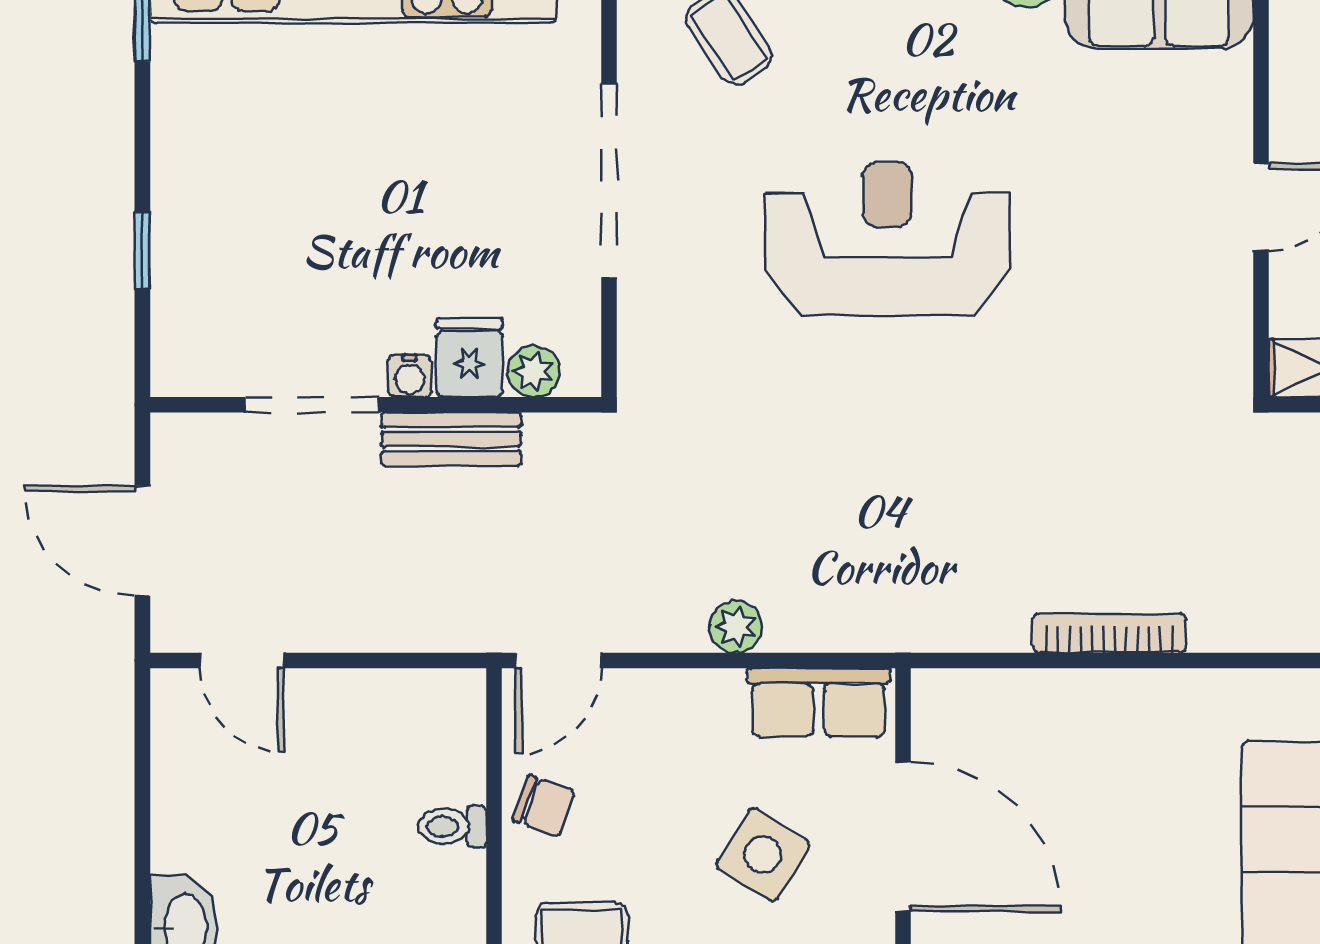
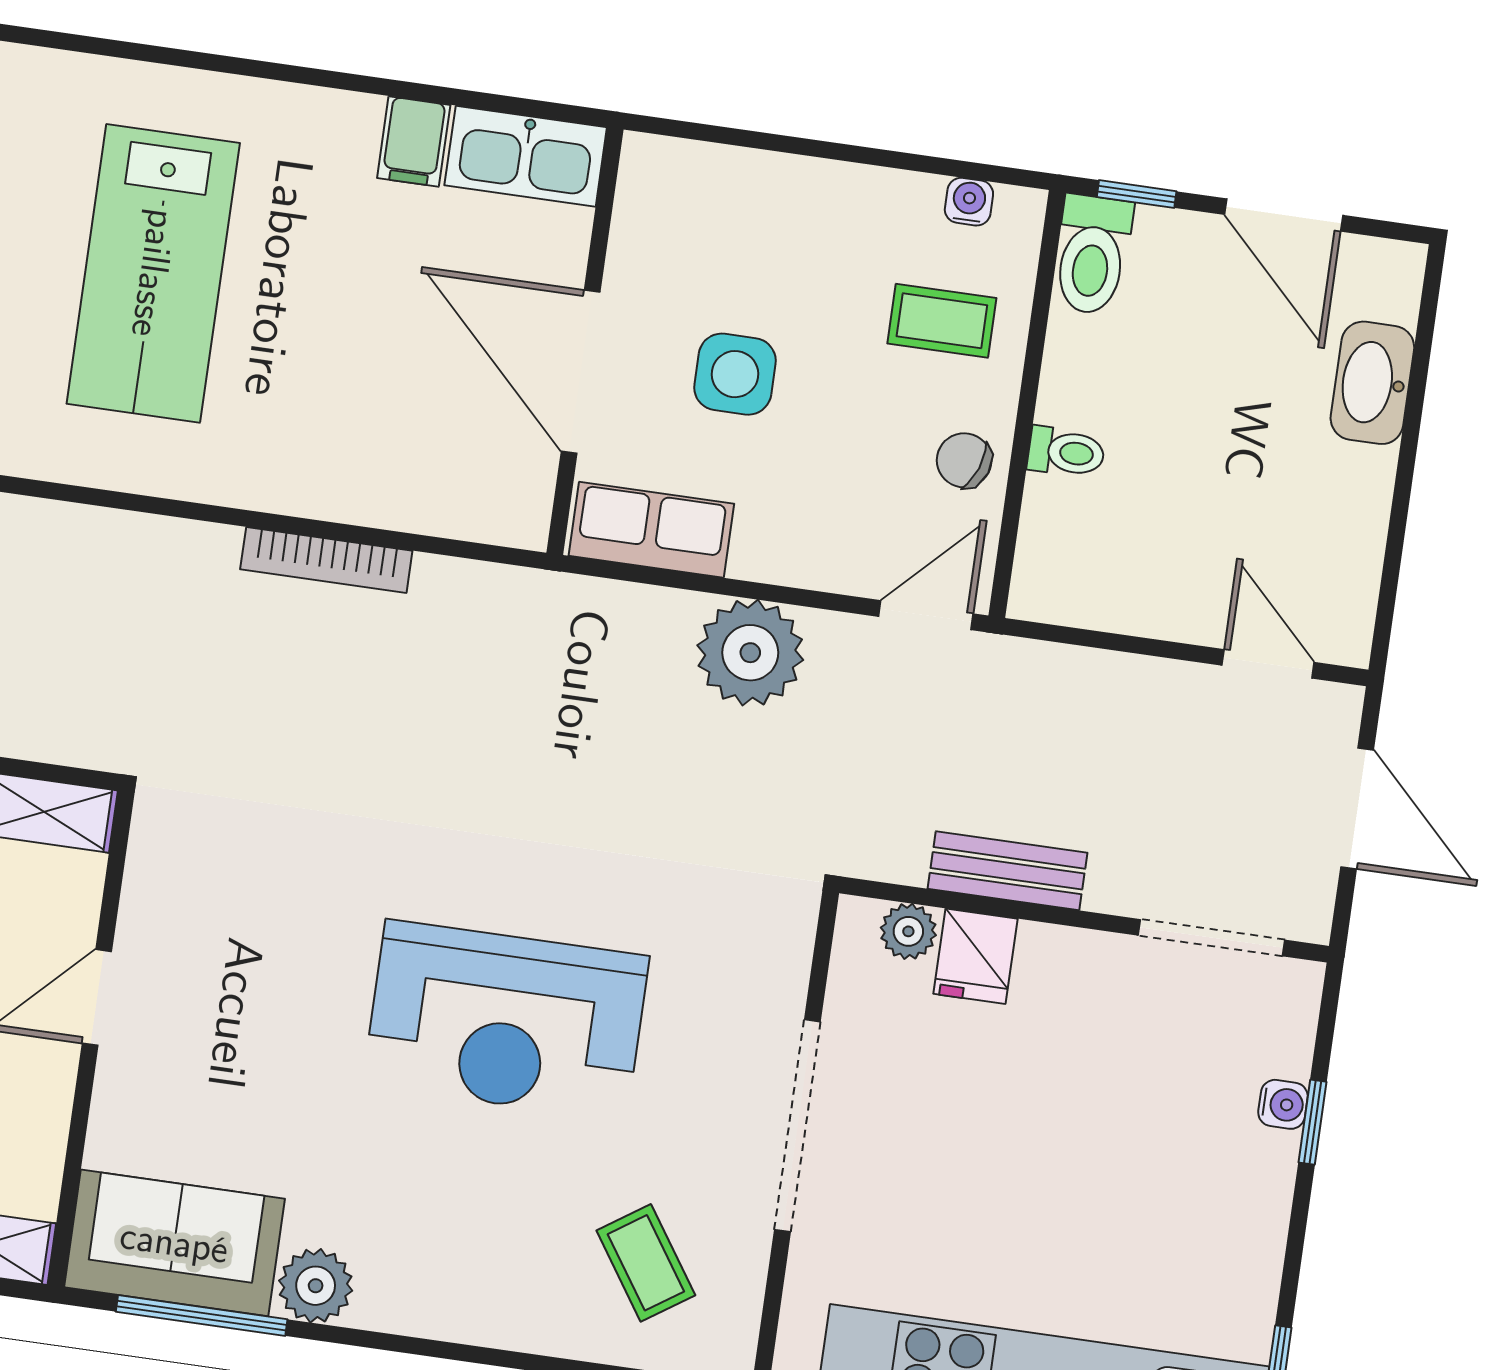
water cooler: (410, 376) -> (1283, 1104), moved, turned 90
doorway: (312, 405) -> (1211, 938), moved
plant: (736, 627) -> (750, 653), width x1.88, depth x1.88
side table: (763, 854) -> (735, 374), turned -32

